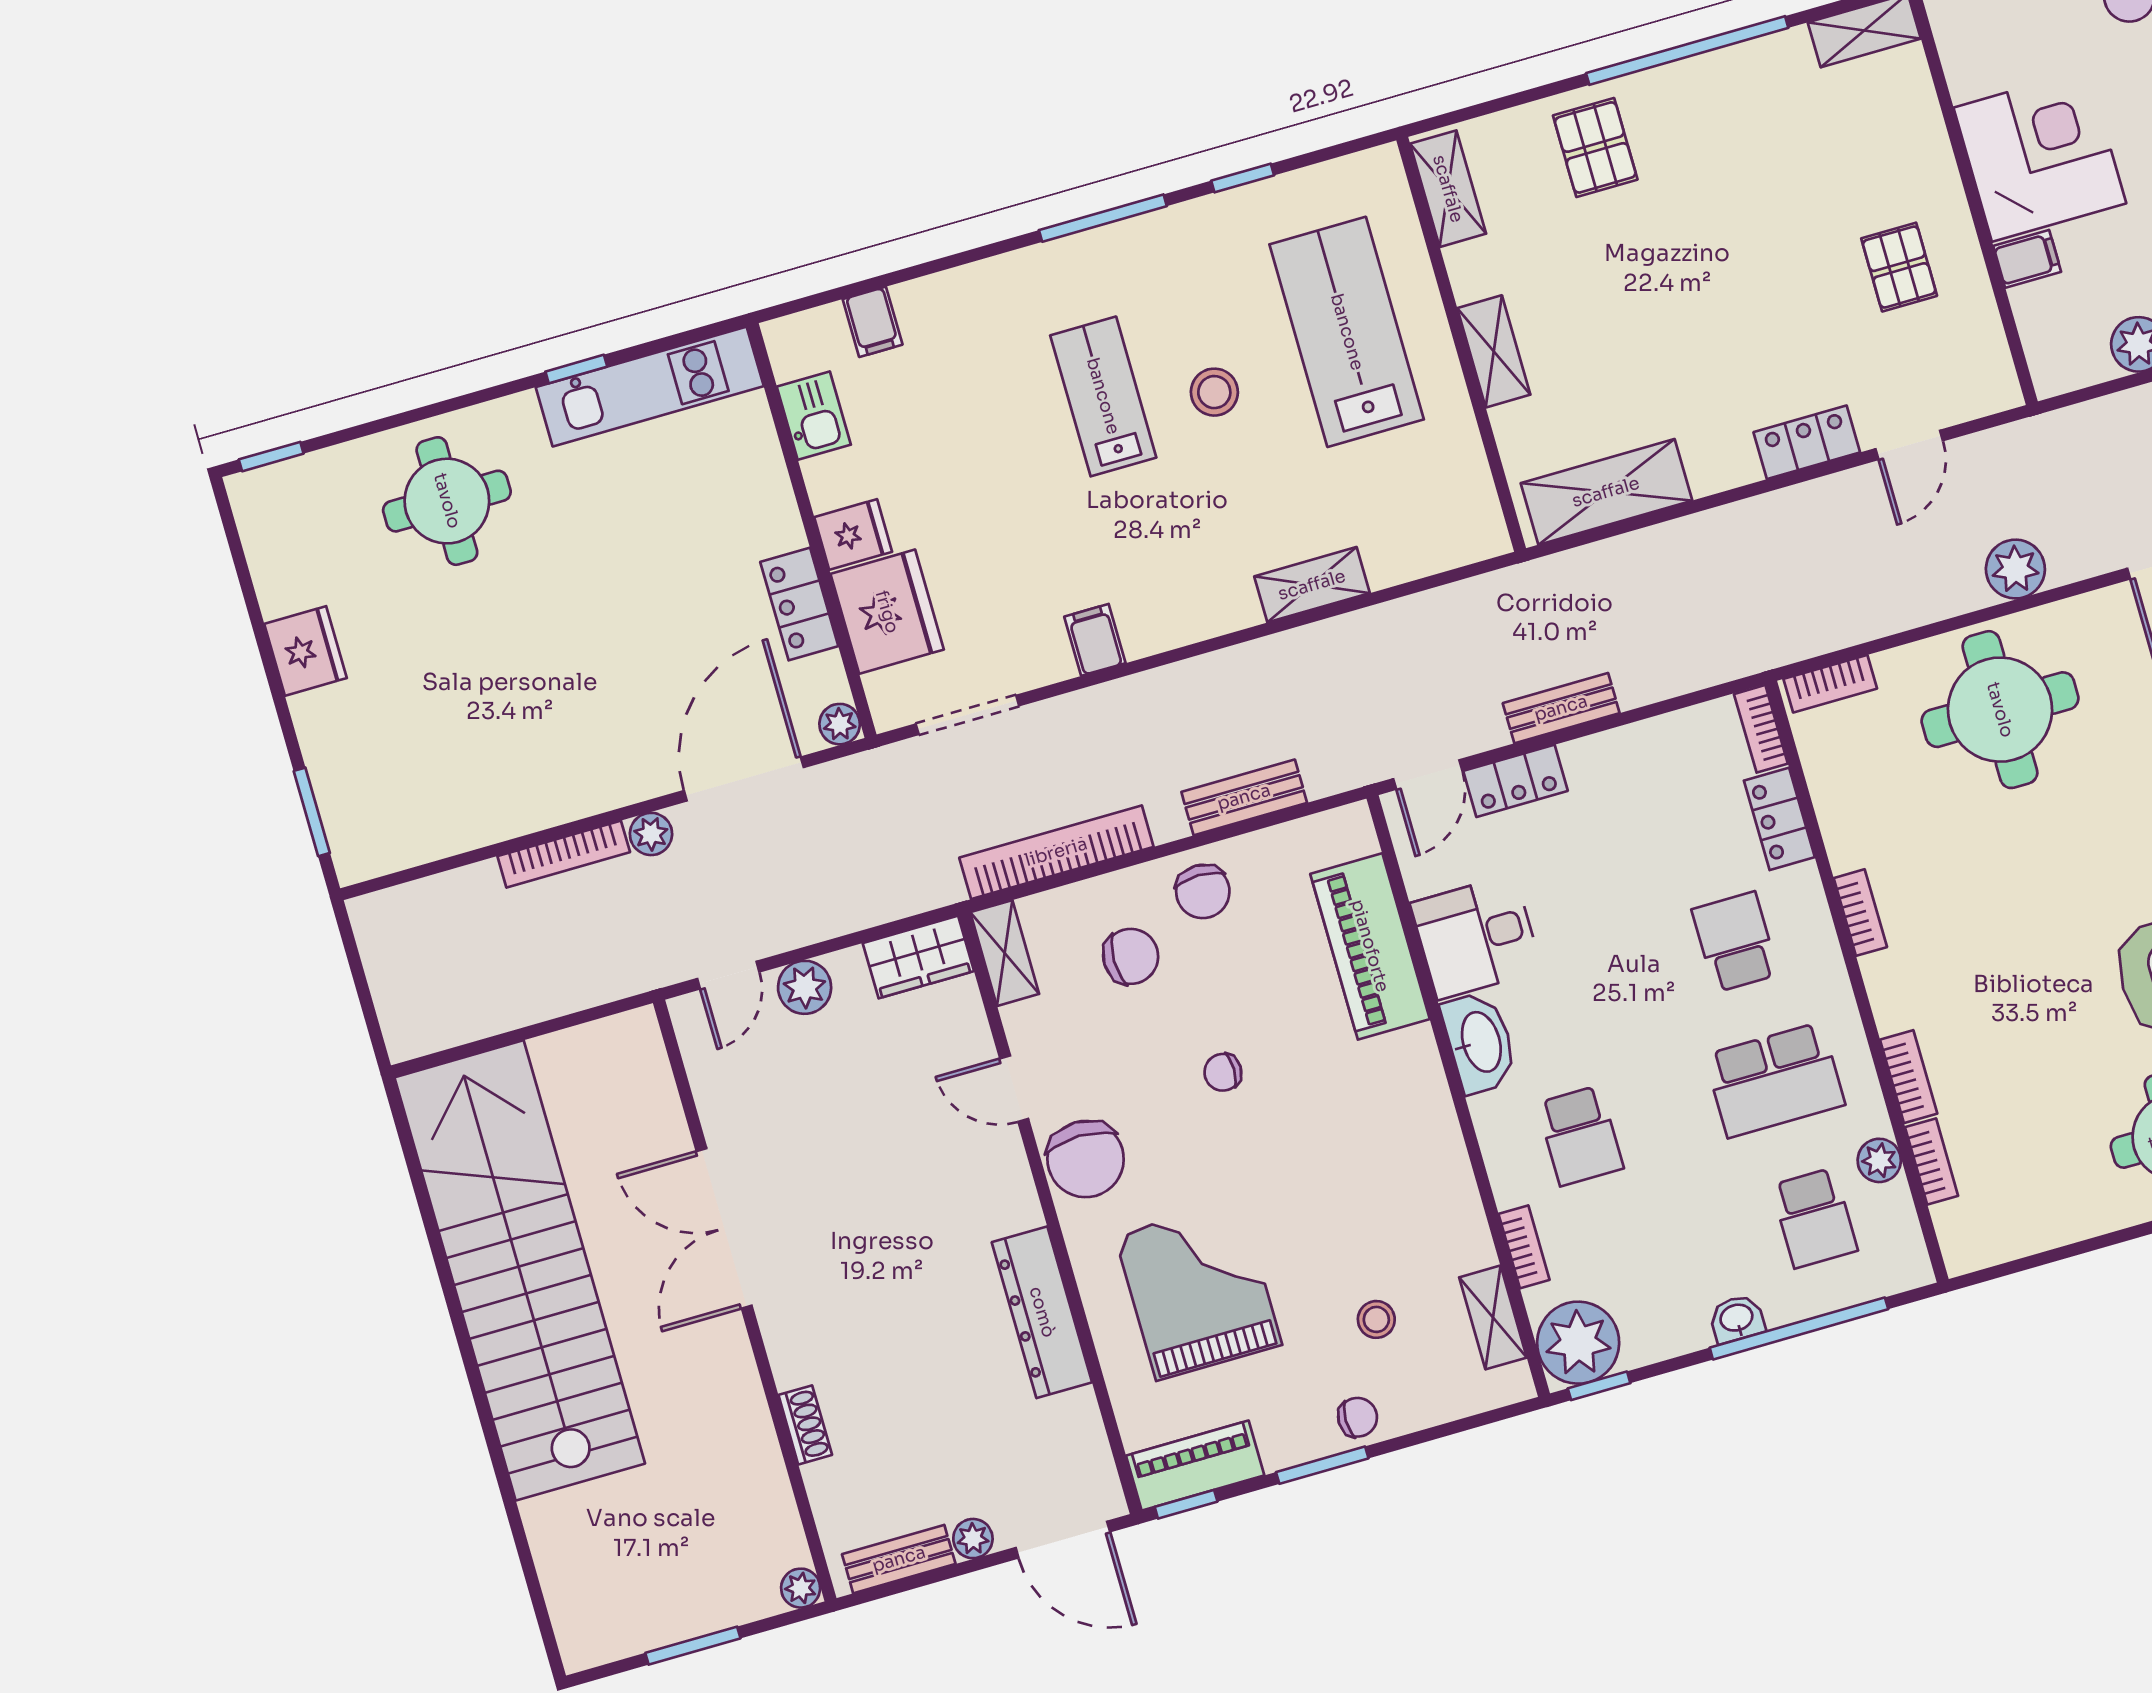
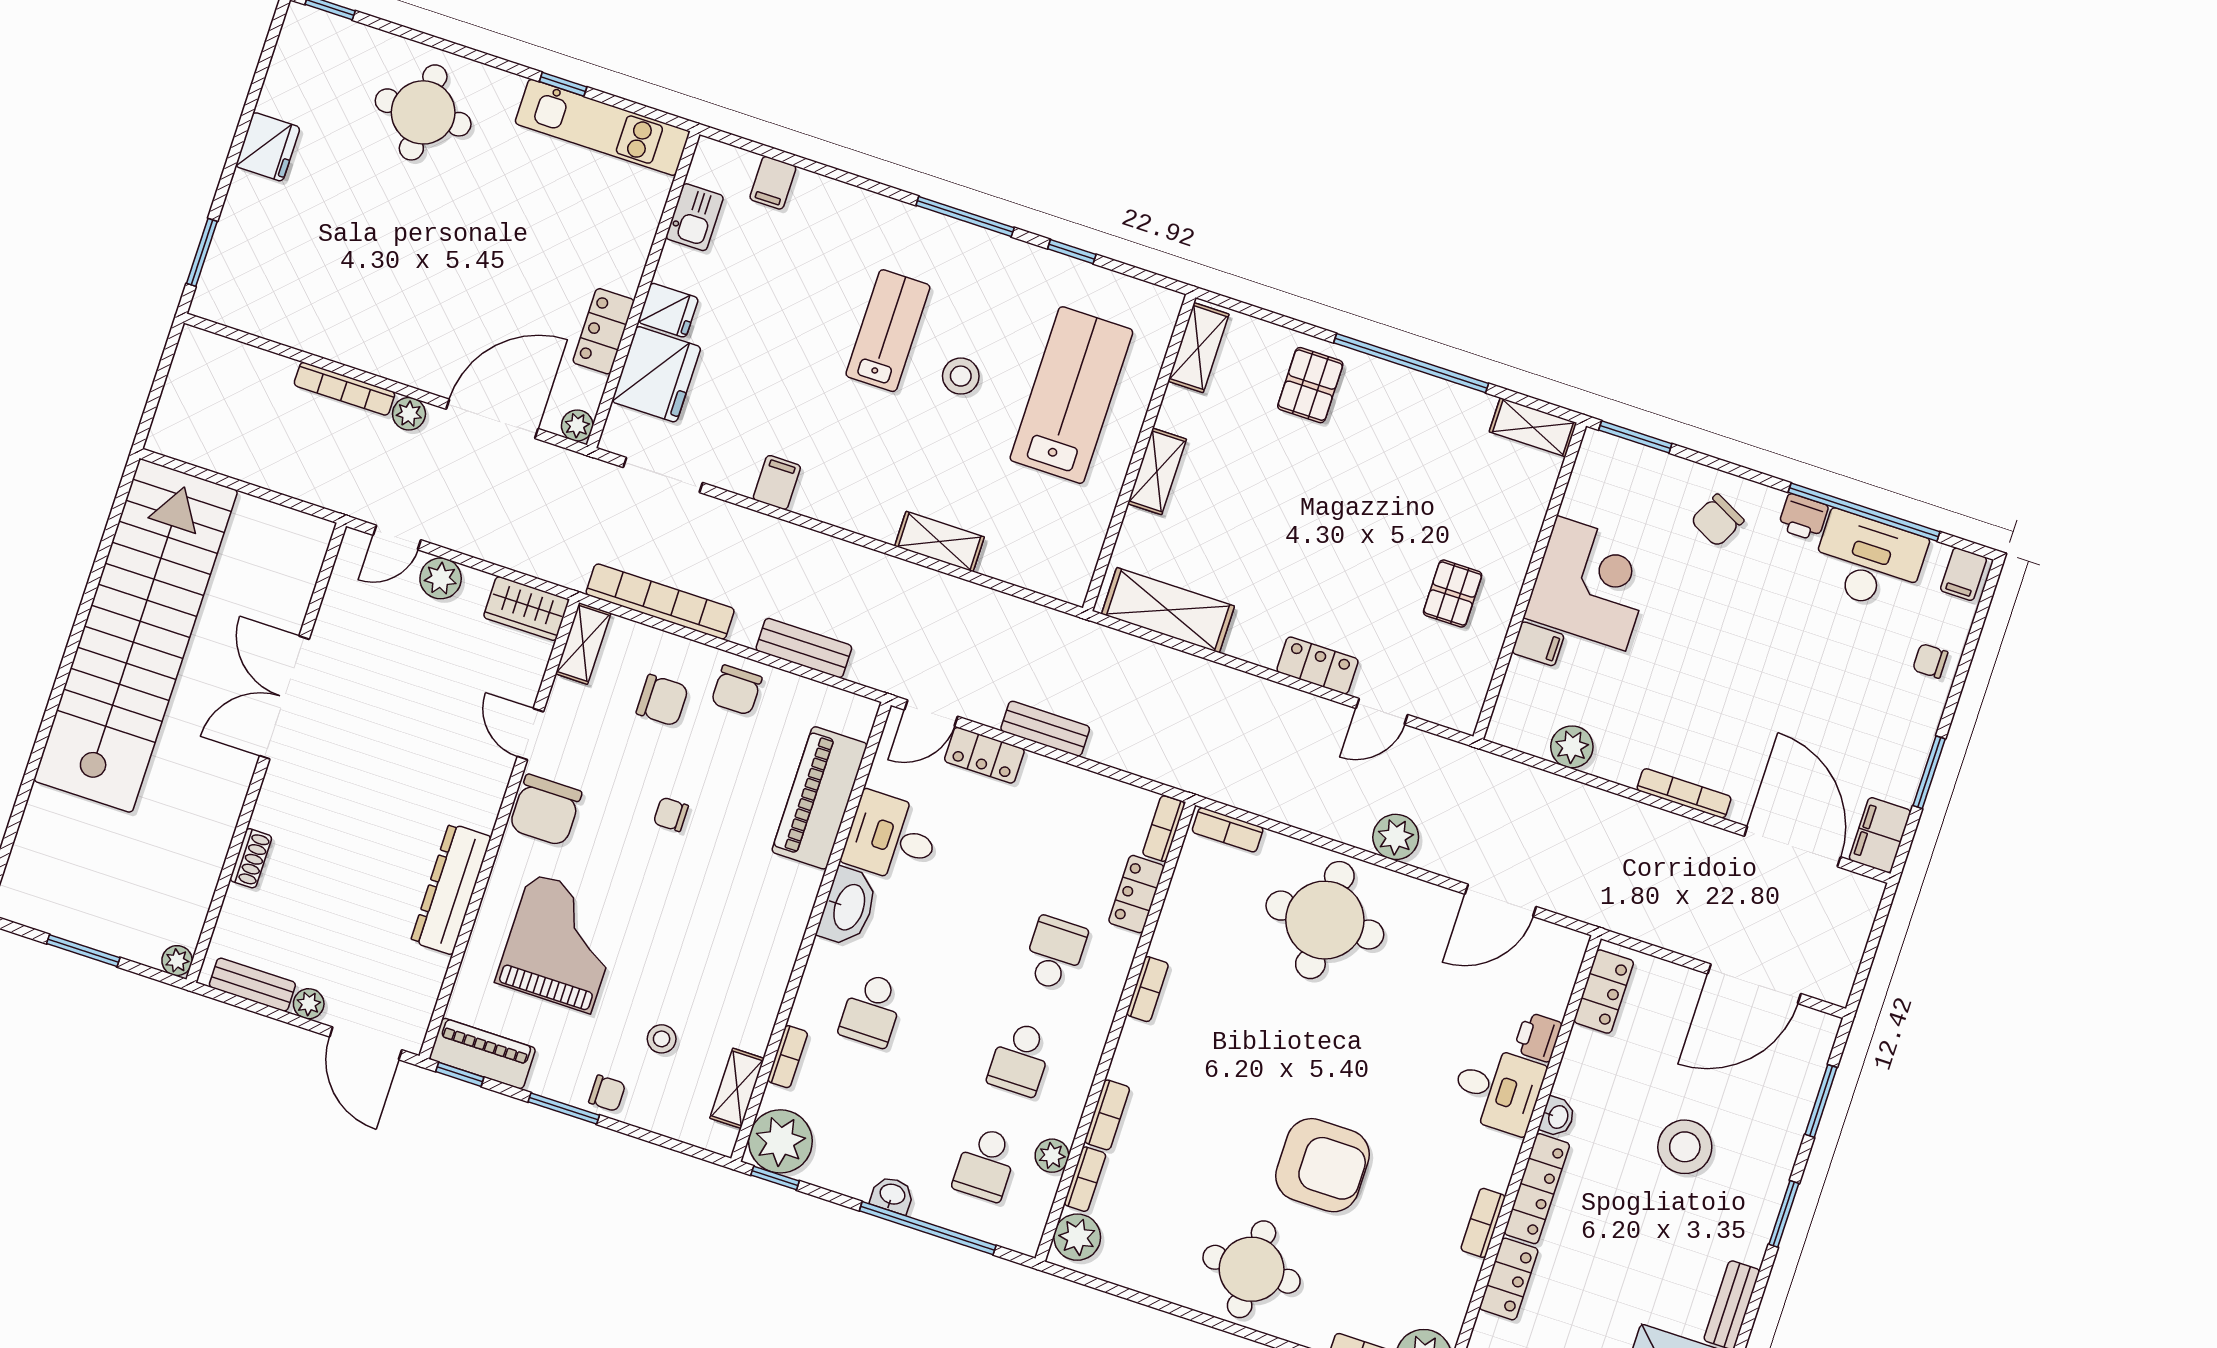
school desk: (1775, 1080) -> (1020, 1059), width x0.54
plant: (1966, 1229) -> (1077, 1237), added

